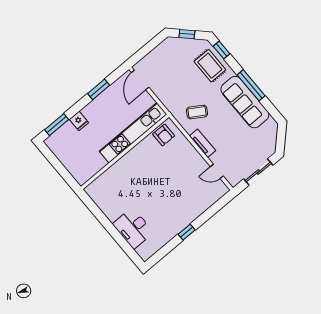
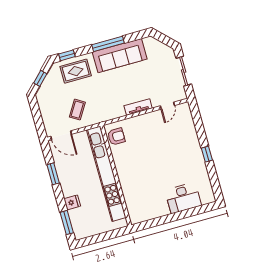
coffee table: (197, 112) -> (77, 110), moved
kitchen unit: (133, 133) -> (106, 174), width x1.36

